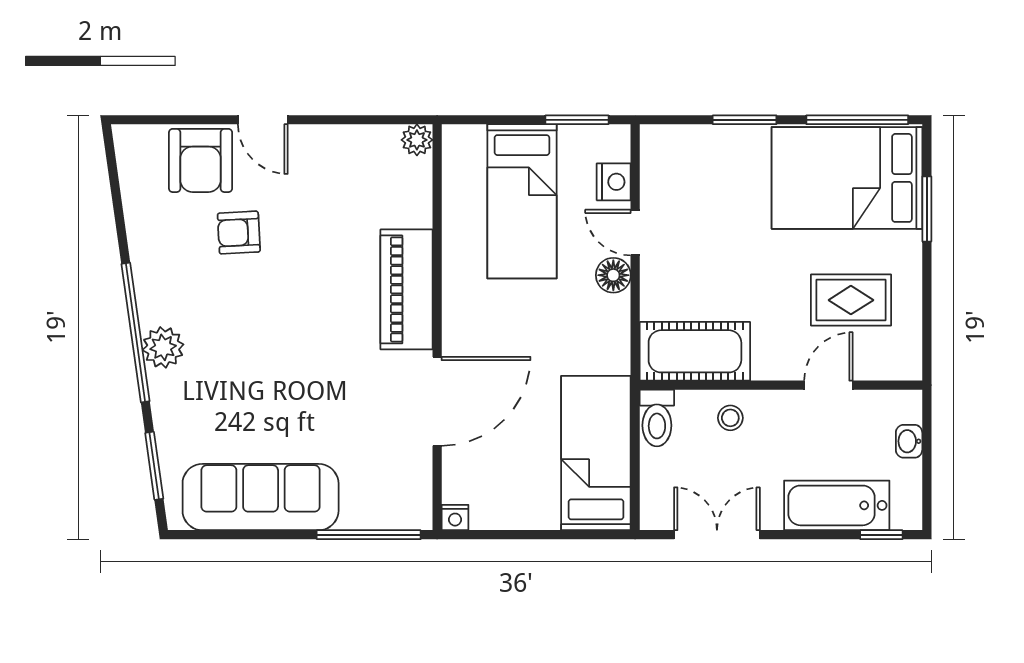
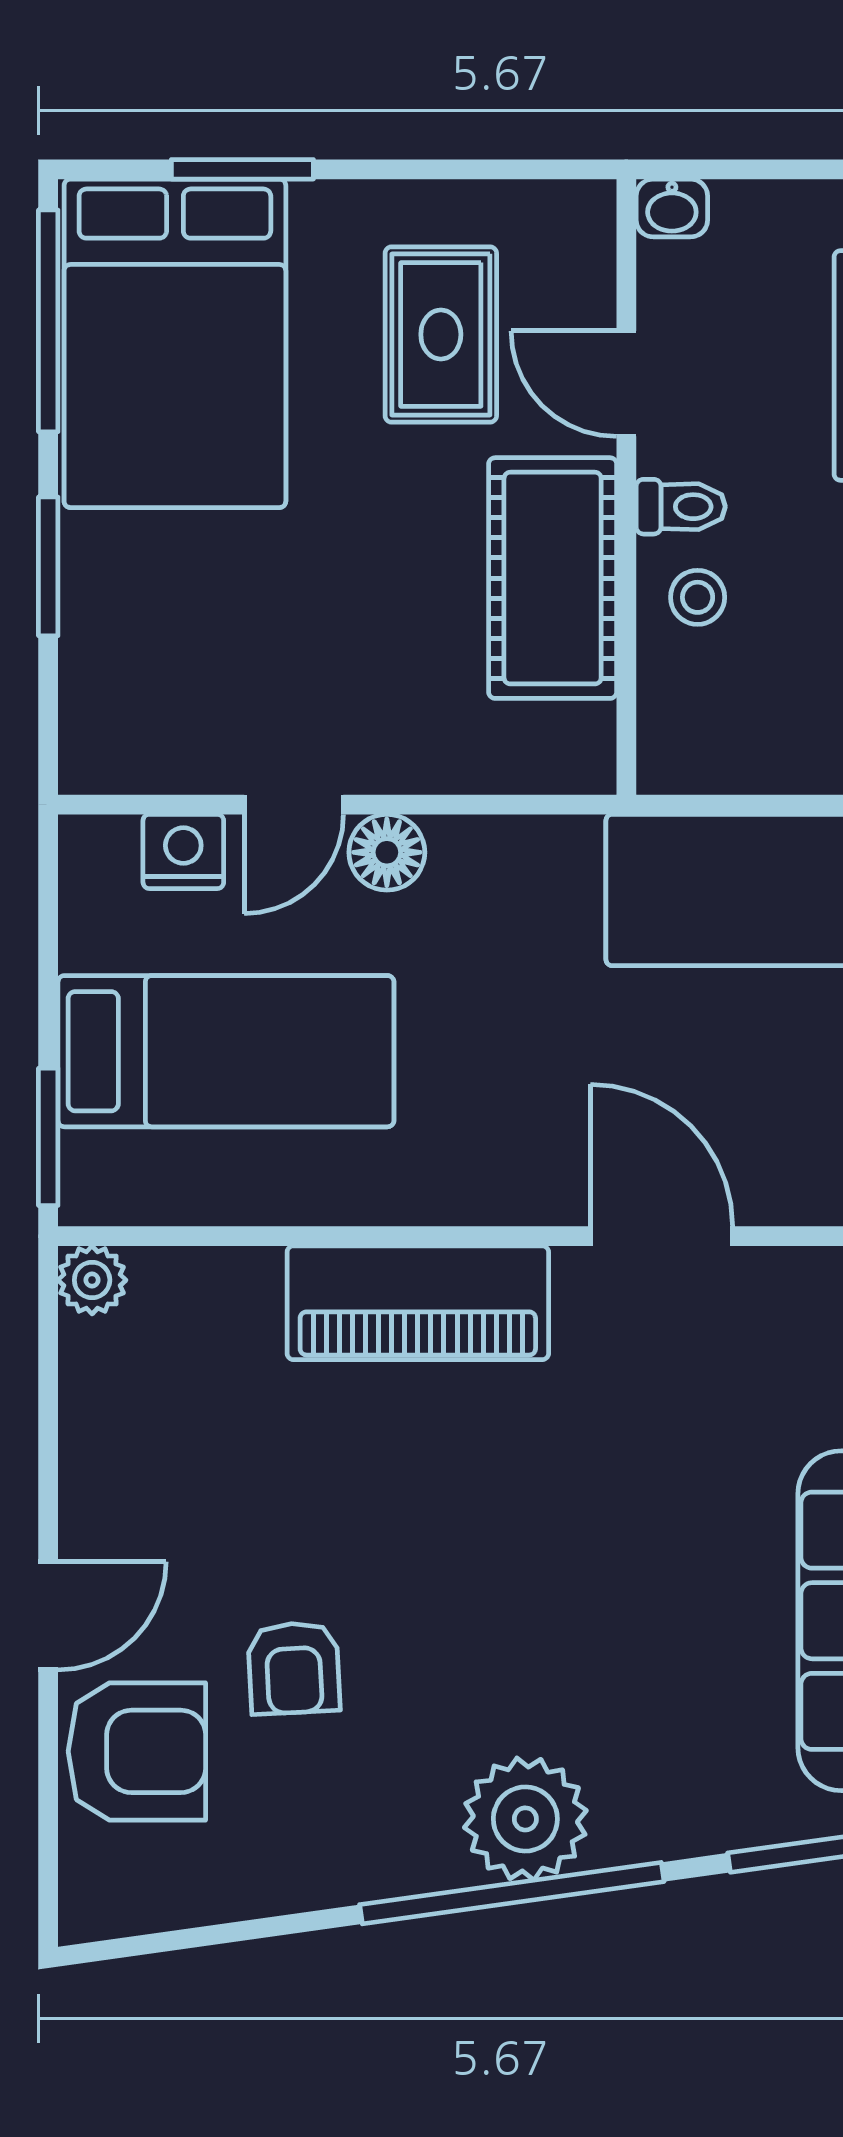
window: (577, 120) -> (48, 1137), moved
plant: (163, 347) -> (525, 1819), width x1.36, depth x1.36
cot: (695, 351) -> (553, 578), moved
door: (437, 401) -> (662, 1236), width x0.73
toilet: (657, 418) -> (681, 507), moved, width x0.73, depth x0.72
washbasin: (909, 441) -> (672, 208), moved

